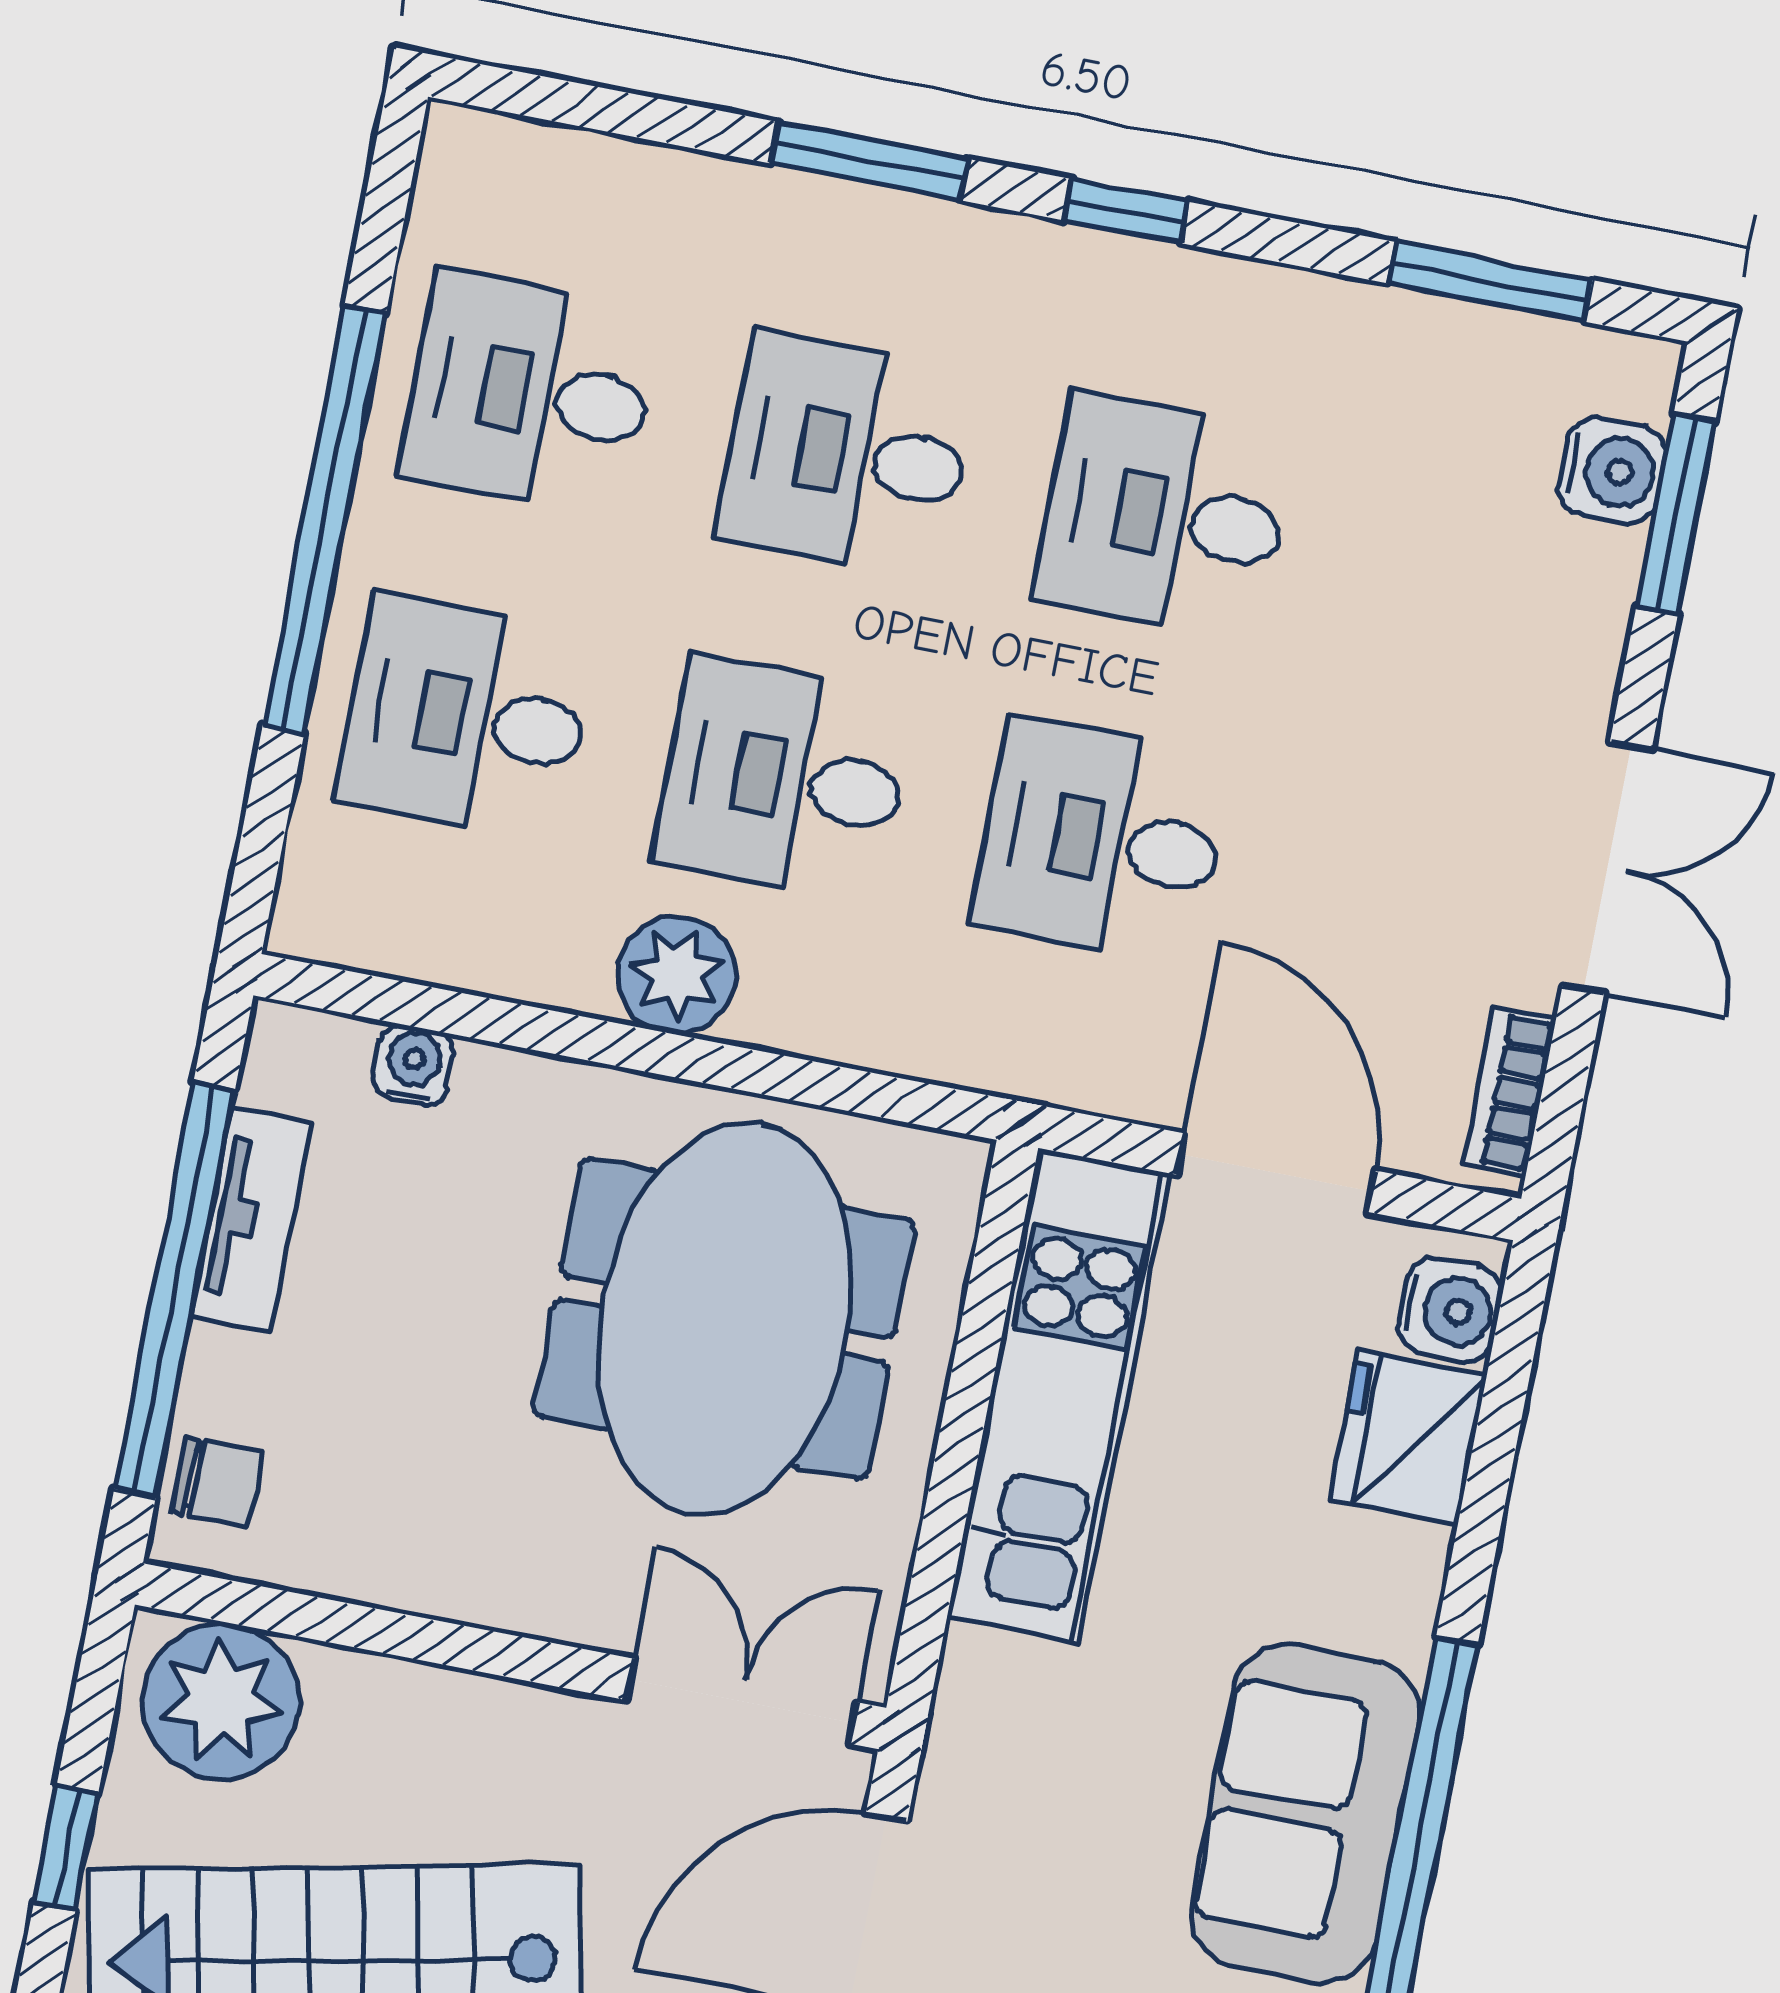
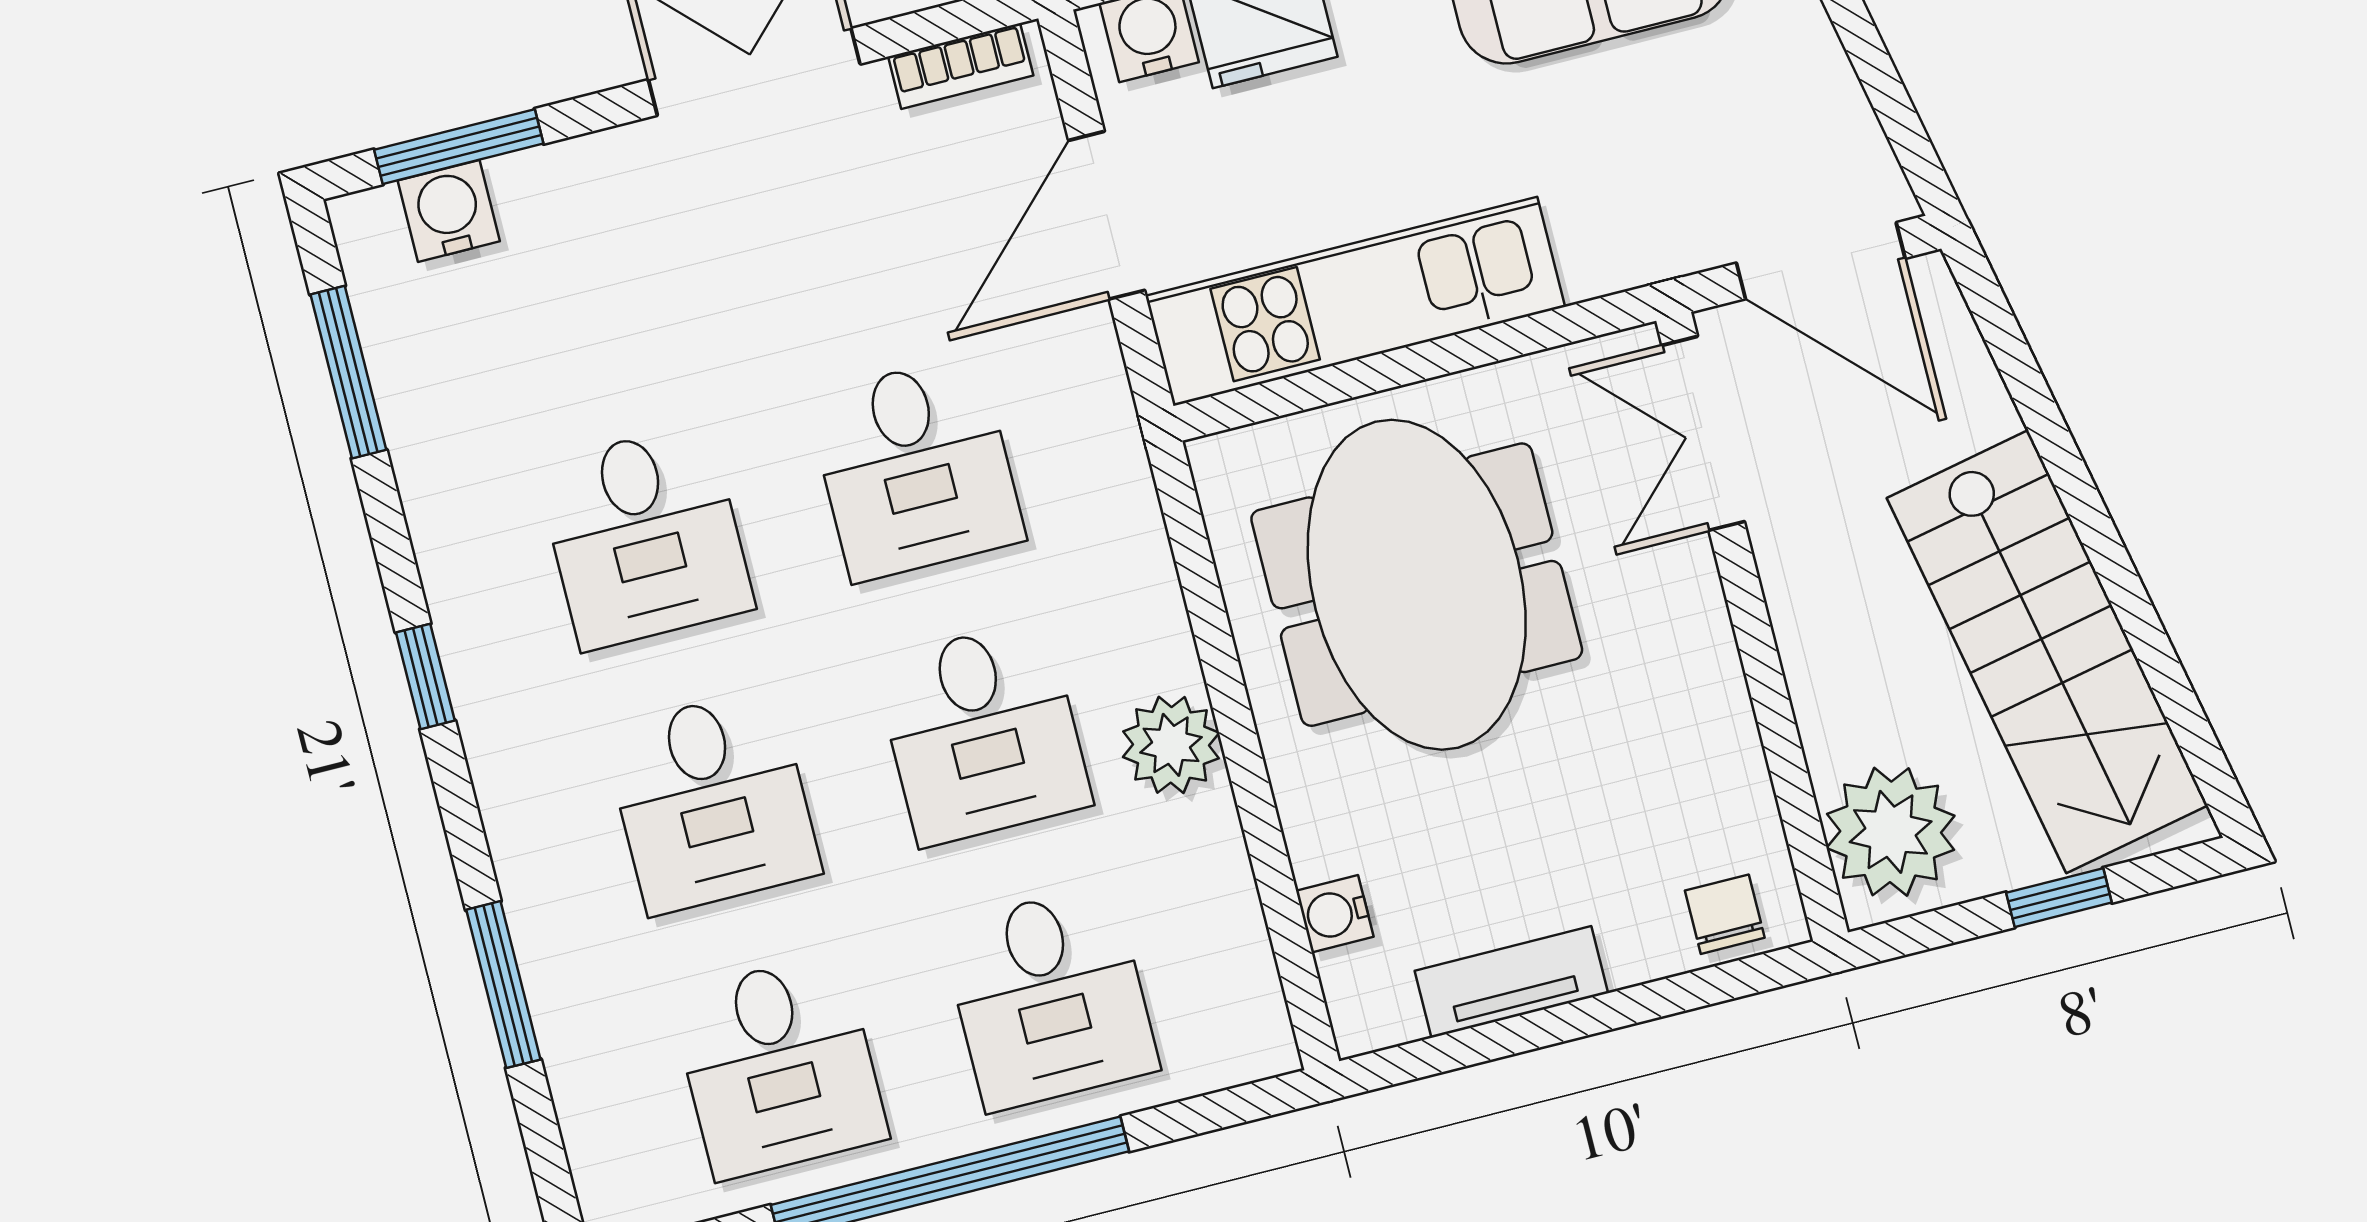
window: (869, 161) -> (503, 985), moved
window: (175, 1290) -> (1593, 1016), removed
meeting table: (724, 1318) -> (1417, 585), turned 90

